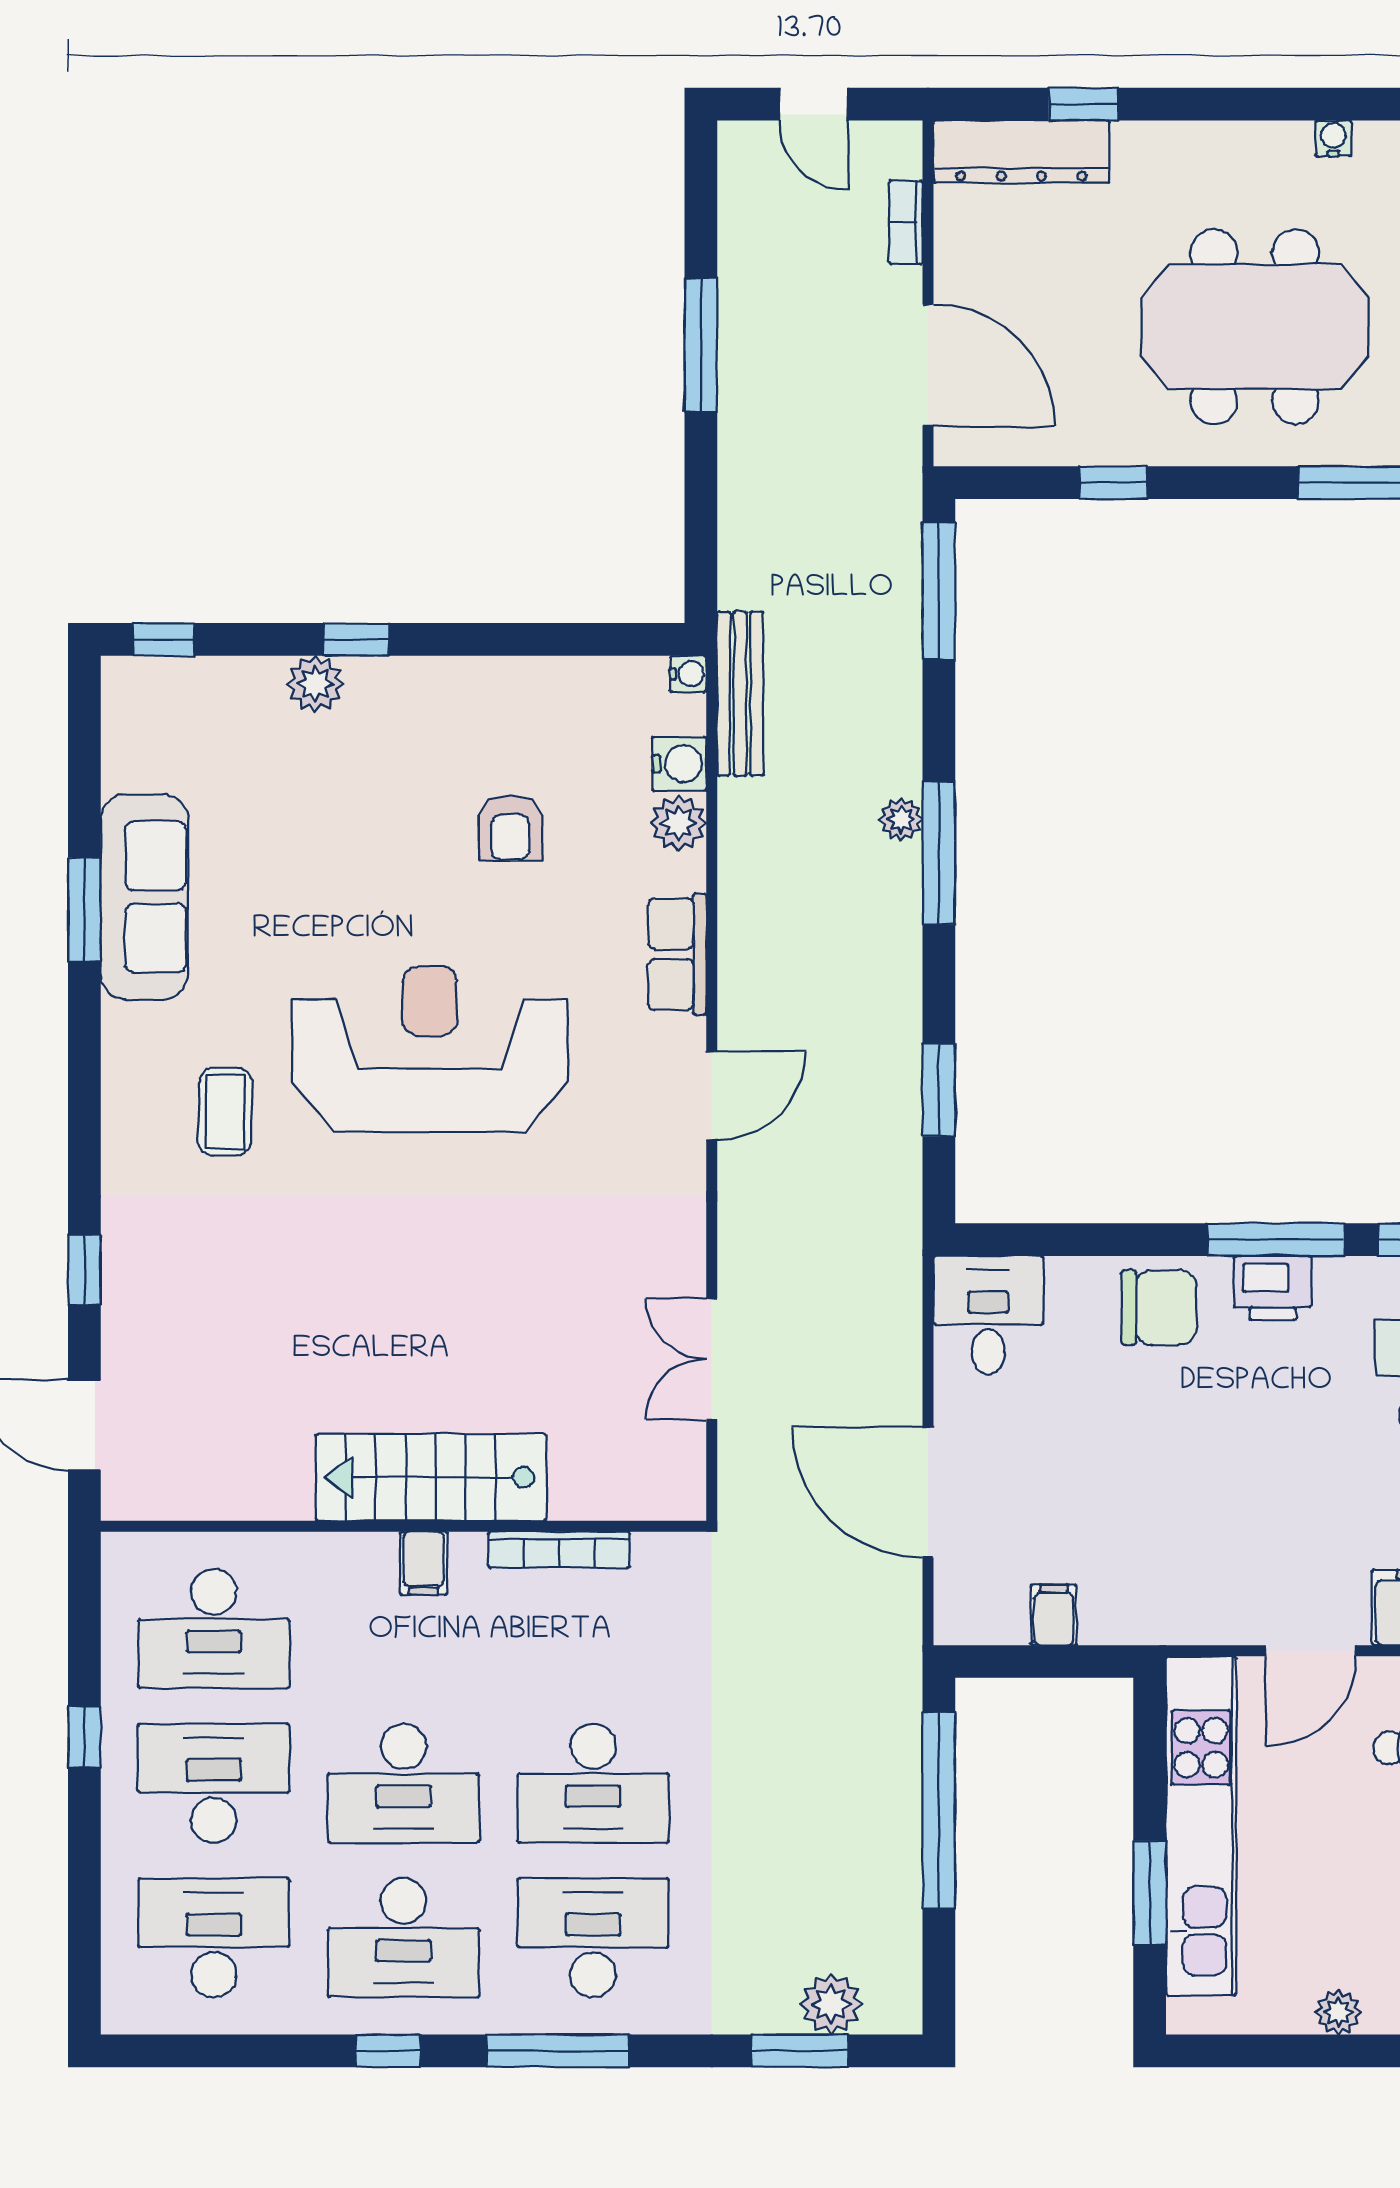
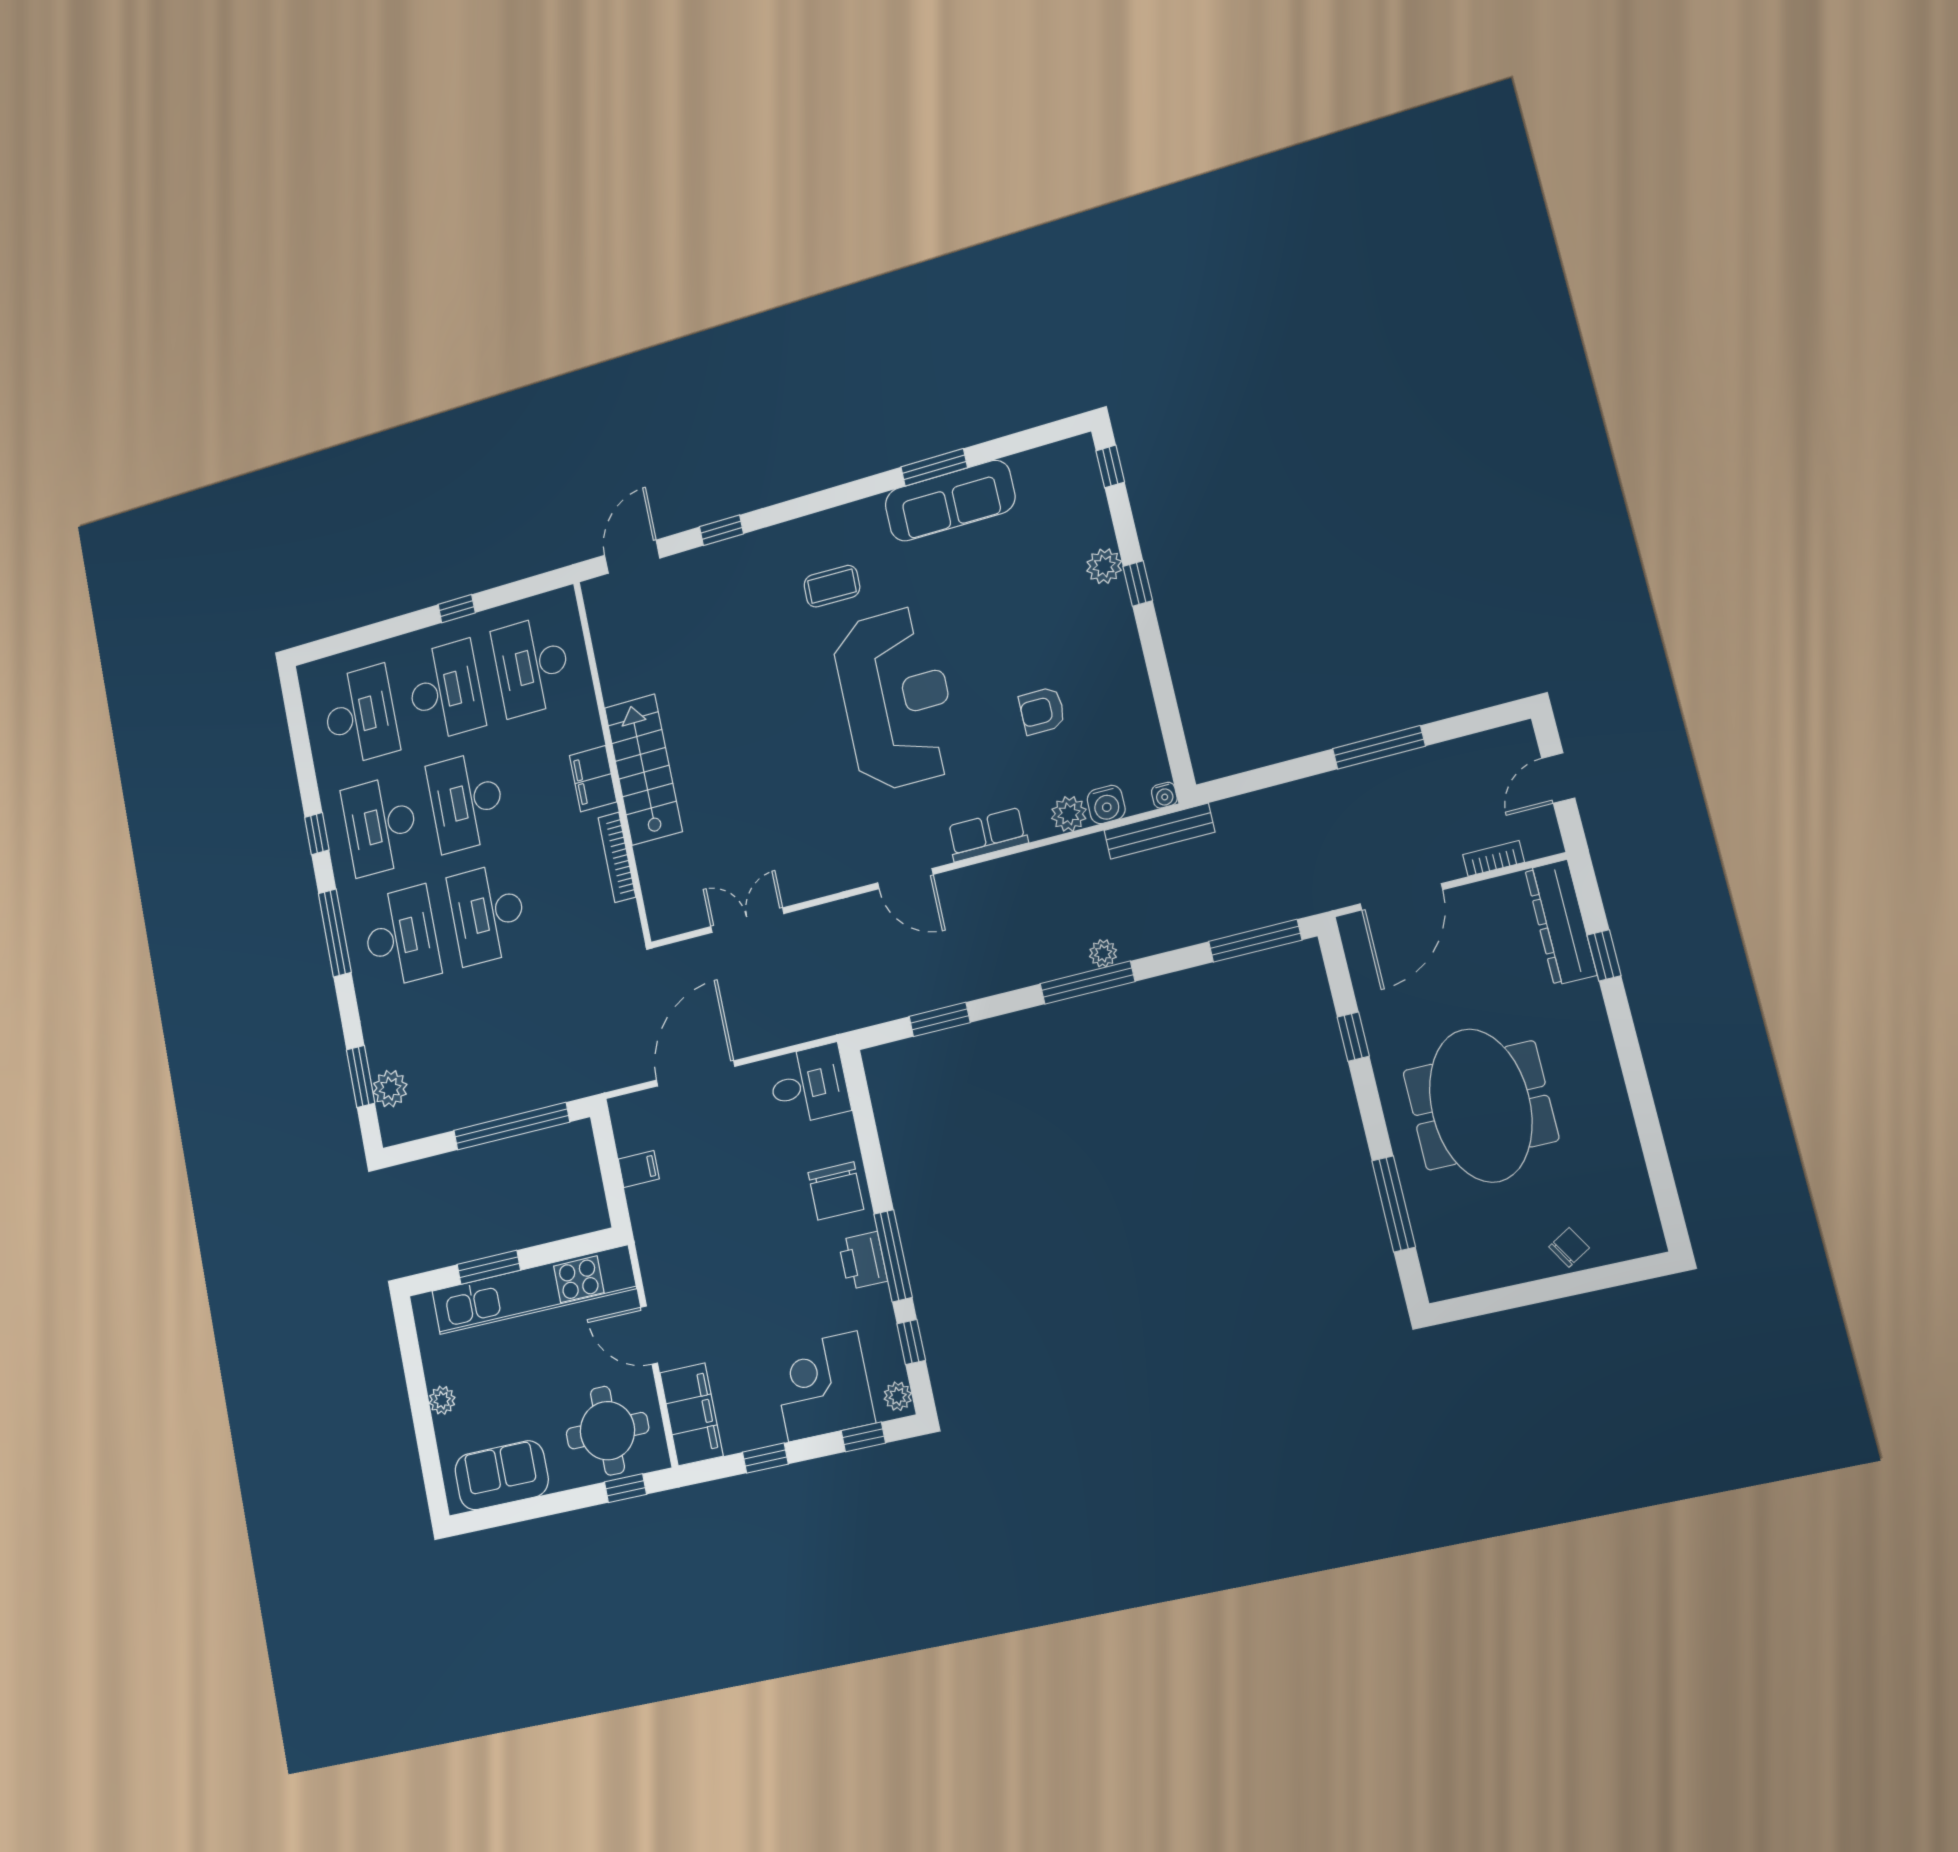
water cooler: (1333, 138) -> (1624, 1129), removed
filing cabinet: (424, 1563) -> (593, 779), width x2.00

